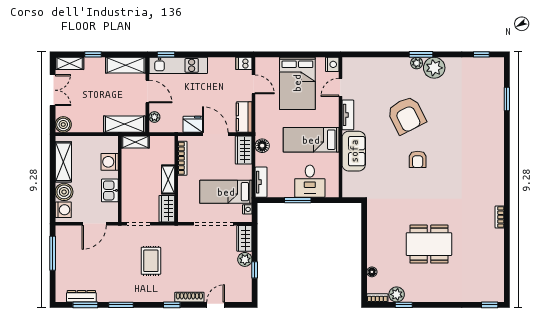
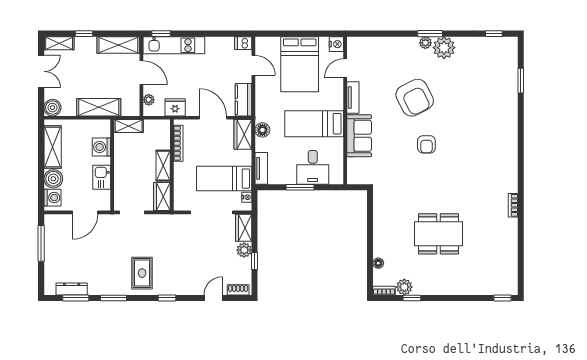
shelving: (124, 124) -> (99, 107), moved
fridge: (193, 124) -> (175, 107), moved
rug: (151, 261) -> (142, 273), moved
shoe rack: (189, 297) -> (238, 290), moved, width x0.70

